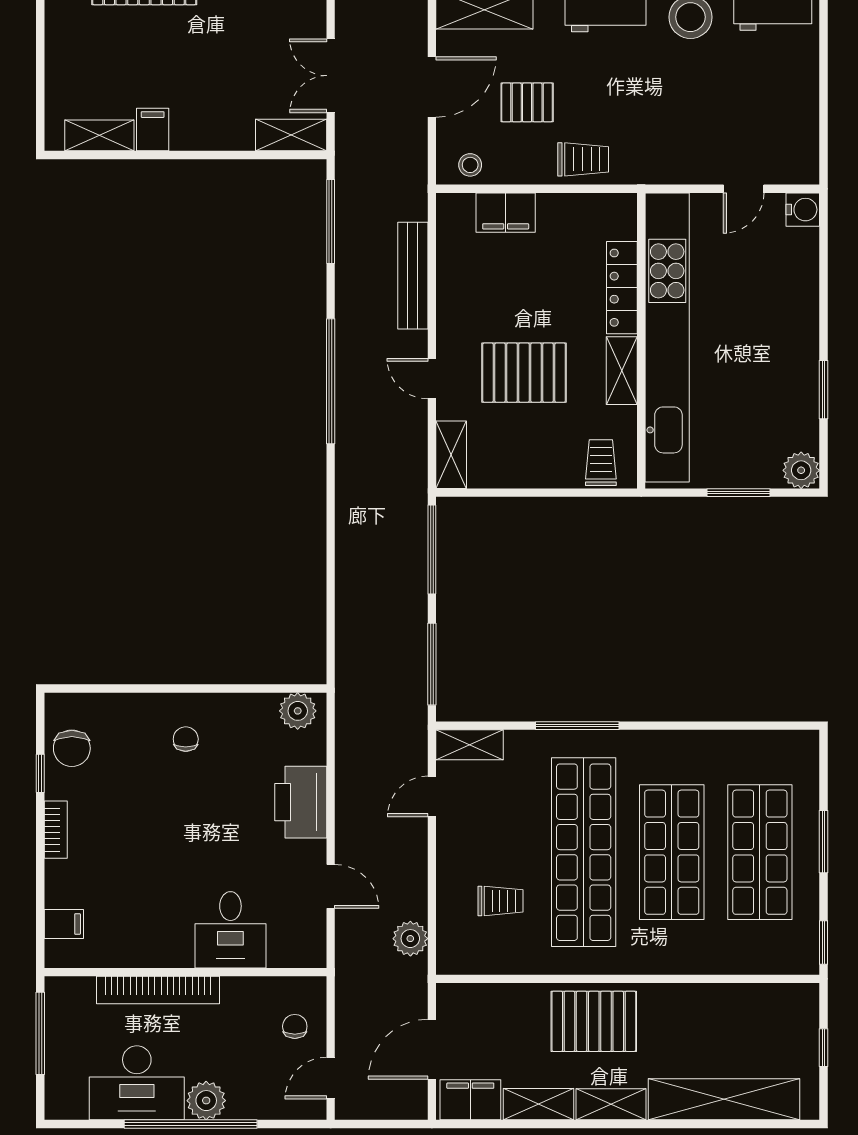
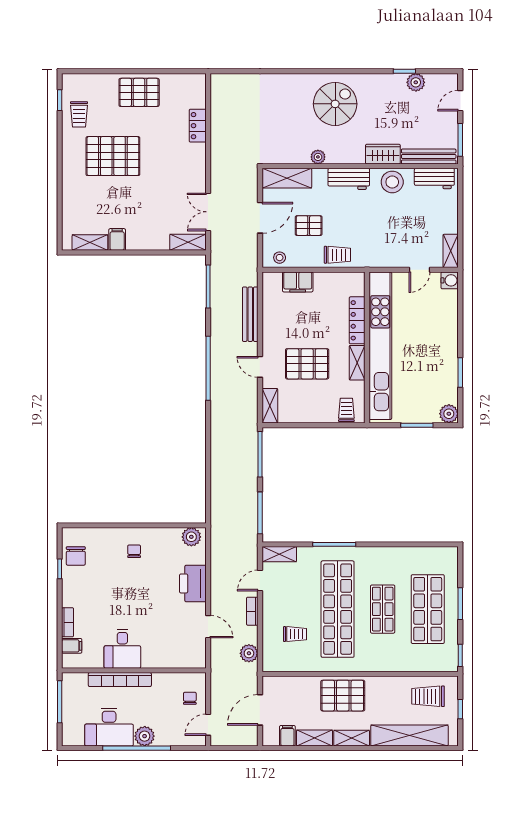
shelving: (805, 152) -> (451, 251), added
bookcase: (56, 830) -> (68, 622), moved
shop shelf: (672, 852) -> (383, 609), width x0.70, depth x0.74
bookcase: (417, 856) -> (252, 611), added
desk: (230, 930) -> (122, 649), moved
trolley: (761, 1023) -> (428, 696), added
filing cabinet: (470, 1100) -> (287, 736), width x0.50

